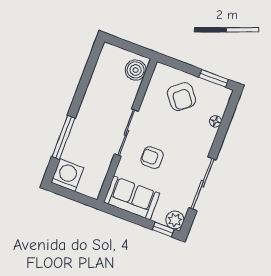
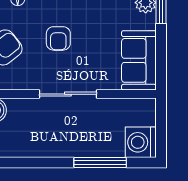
armchair: (152, 158) -> (58, 38), moved

